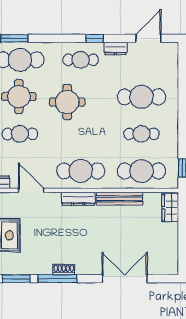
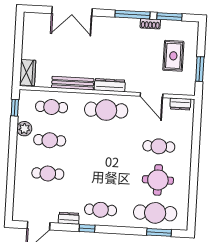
cafe table: (141, 97) -> (48, 174), width x0.73, depth x0.74
round table: (67, 102) -> (115, 173), removed
plant: (170, 145) -> (24, 129), added
cafe table: (141, 171) -> (52, 107), width x0.73, depth x0.74
shoe rack: (64, 270) -> (150, 24), moved

